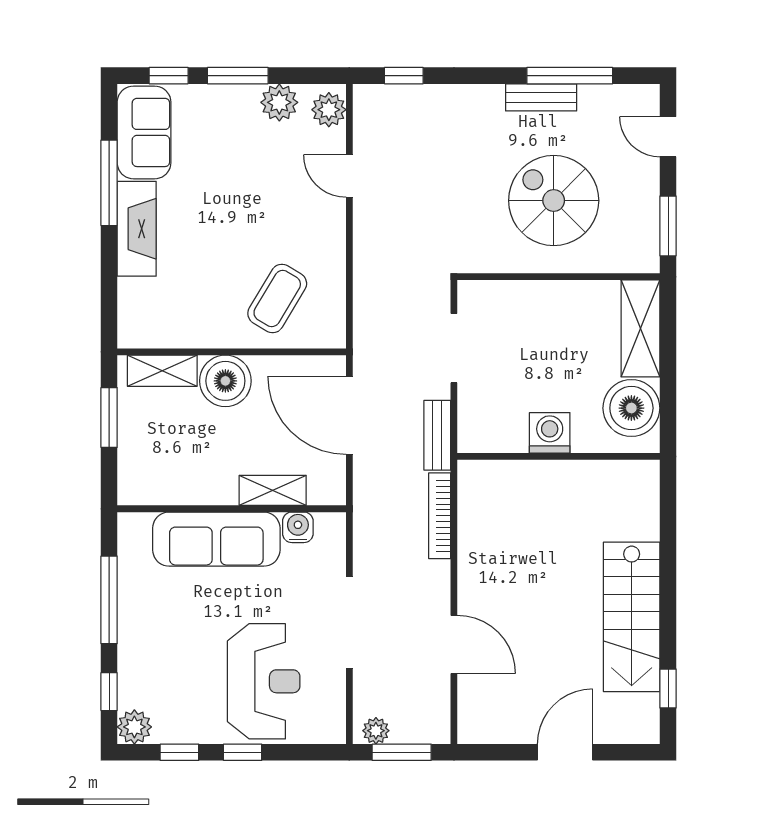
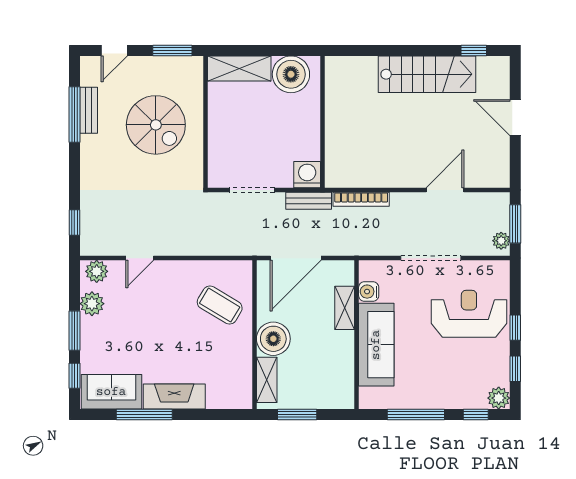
bench: (541, 97) -> (89, 110), moved
spiral stairs: (554, 201) -> (156, 125), turned -90
washing machine: (550, 433) -> (307, 175), moved, turned 90

